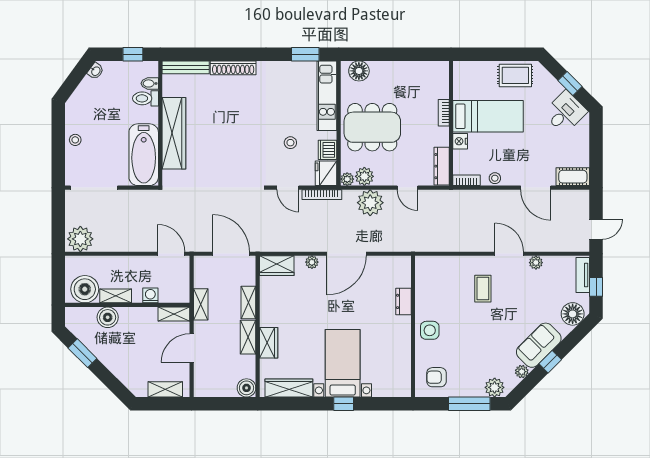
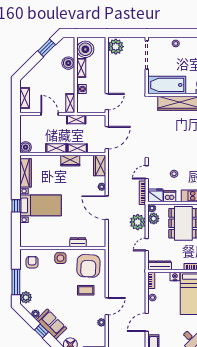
armchair: (443, 284) -> (88, 266), added
wardrobe: (269, 343) -> (70, 161), moved

